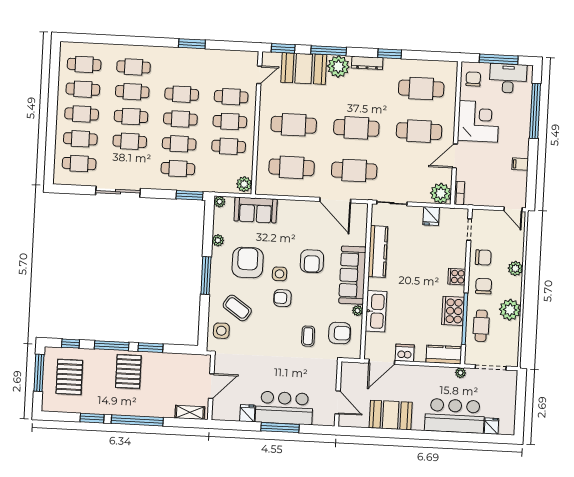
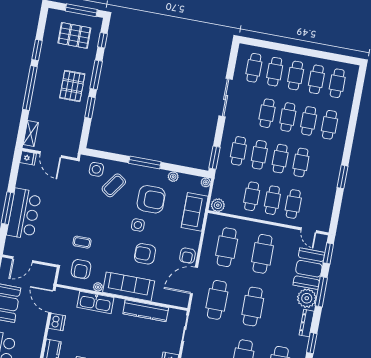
armchair: (282, 298) -> (187, 256), moved, turned 180
pallet: (128, 372) -> (72, 86), turned 90
fridge: (247, 413) -> (28, 158), moved

